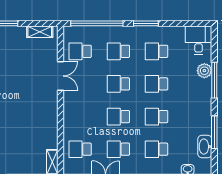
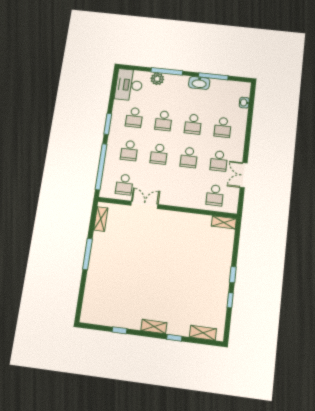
desk: (199, 40) -> (129, 85), width x1.37
washbasin: (205, 147) -> (199, 83), moved

